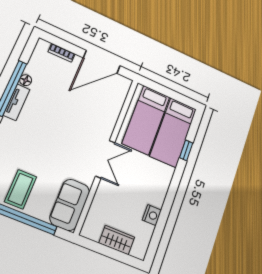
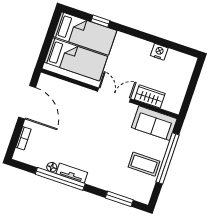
wardrobe: (117, 240) -> (150, 96), moved, turned 90

